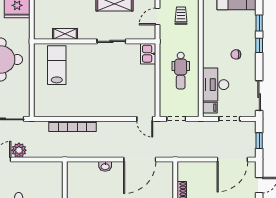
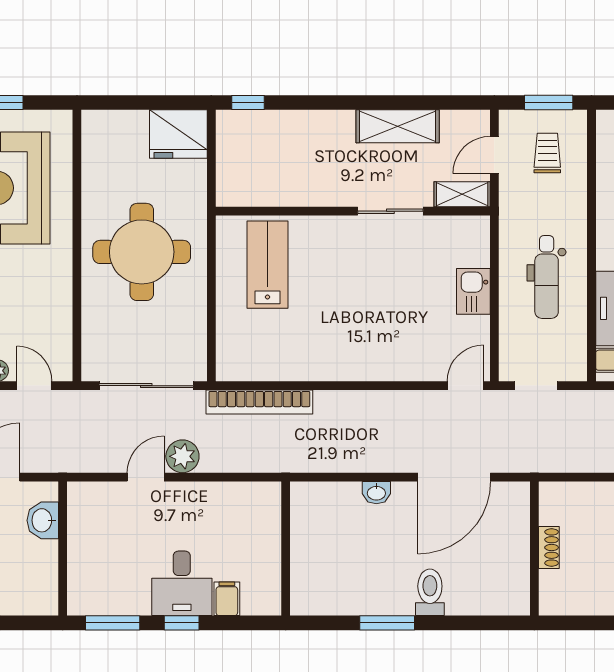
shelving: (65, 34) -> (462, 194), moved
kitchen sink: (148, 54) -> (473, 291), moved
door: (145, 119) -> (465, 386), swing flipped
bookcase: (73, 126) -> (259, 402), moved

